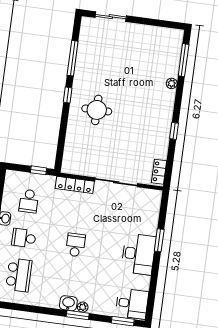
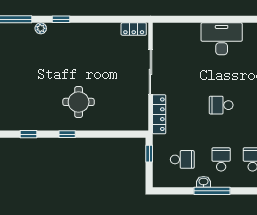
window: (73, 58) -> (29, 134), width x0.46
window: (174, 131) -> (61, 19), moved
school desk: (24, 238) -> (221, 159), turned 180
window: (159, 240) -> (204, 19), removed

